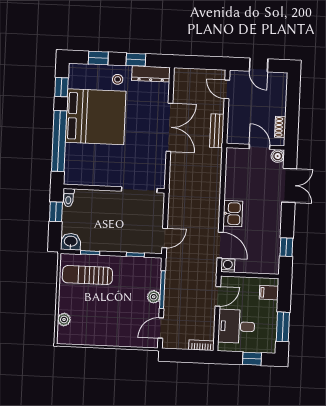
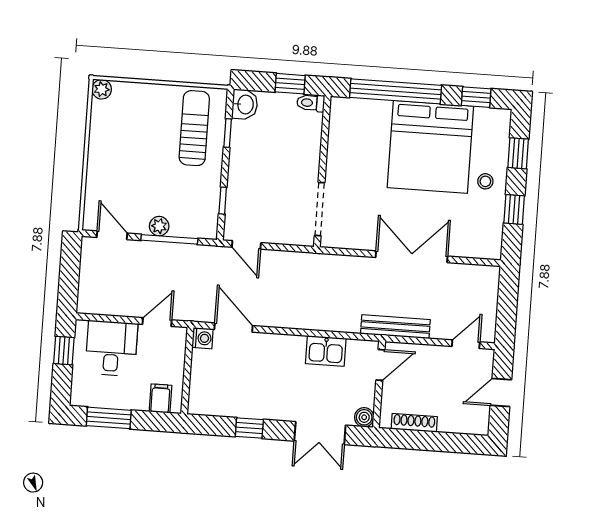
dresser: (151, 74) -> (492, 231), removed
double door: (169, 127) -> (412, 257), swing flipped
shoe rack: (280, 127) -> (414, 423), width x1.43
bench: (217, 131) -> (395, 327), width x1.36
door: (260, 147) -> (380, 365), moved
kitchen sink: (233, 214) -> (326, 351), moved
door: (220, 245) -> (234, 328), swing flipped
window: (286, 247) -> (249, 428), moved
door: (218, 296) -> (157, 322), swing flipped
plant: (64, 319) -> (102, 89), moved
bookcase: (201, 345) -> (85, 295), removed
window: (252, 359) -> (64, 351), moved

